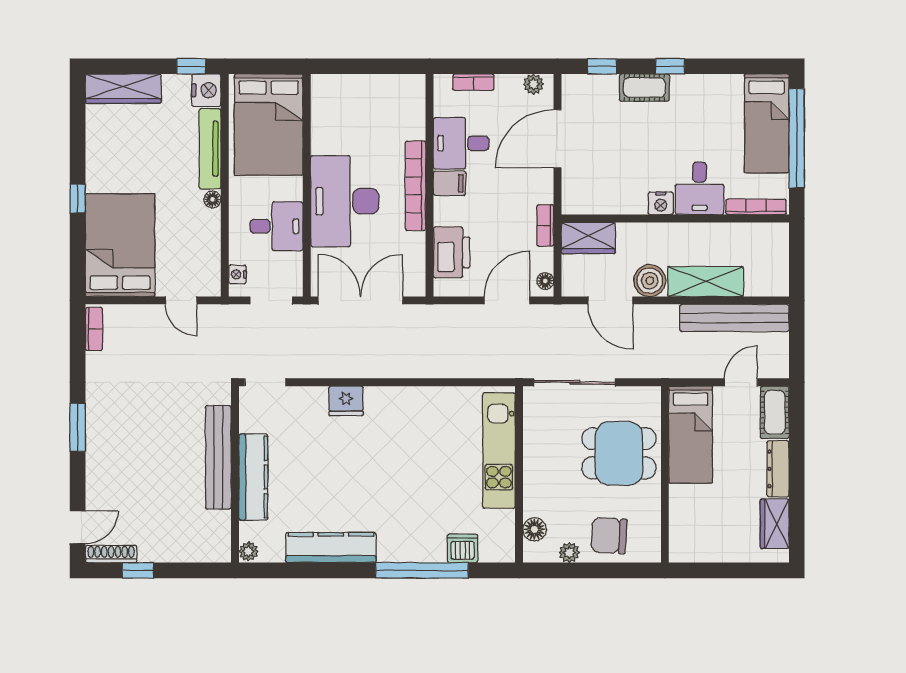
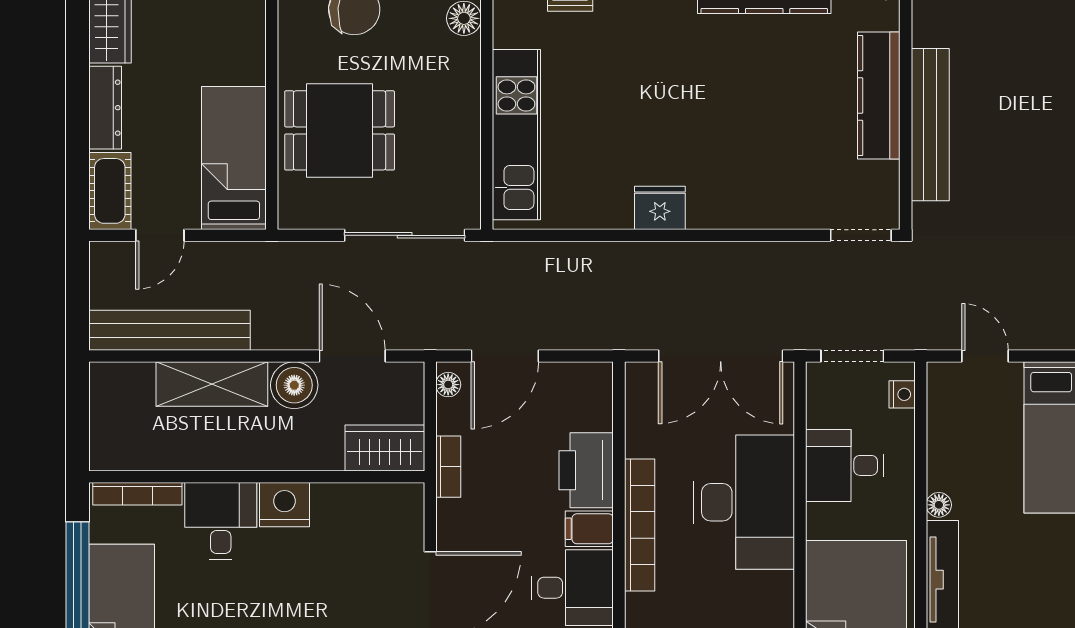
nightstand: (661, 203) -> (284, 505), width x1.36, depth x1.33
printer: (452, 252) -> (586, 470), moved
fridge: (346, 401) -> (660, 208), moved

